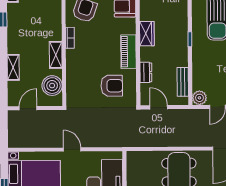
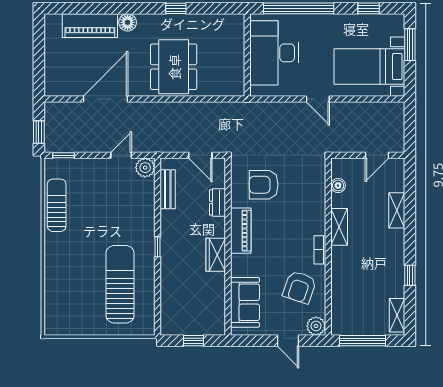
boiler: (52, 86) -> (338, 185), width x0.54, depth x0.54

